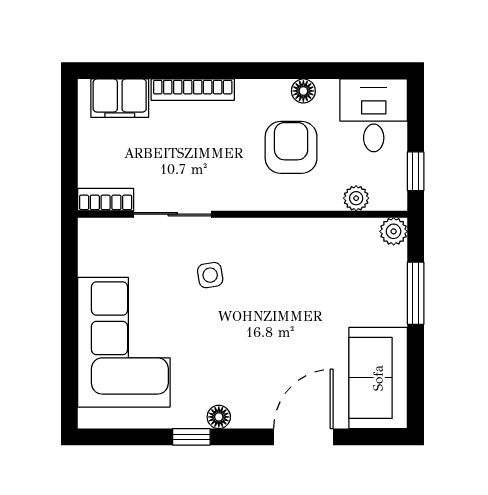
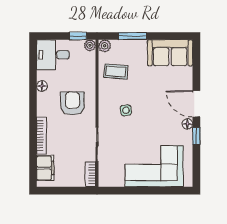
armchair: (291, 147) -> (72, 103), moved, turned 90
plant: (356, 198) -> (90, 45), moved
coffee table: (336, 257) -> (116, 71), added
side table: (210, 275) -> (126, 110), moved
door: (303, 437) -> (196, 104), moved

